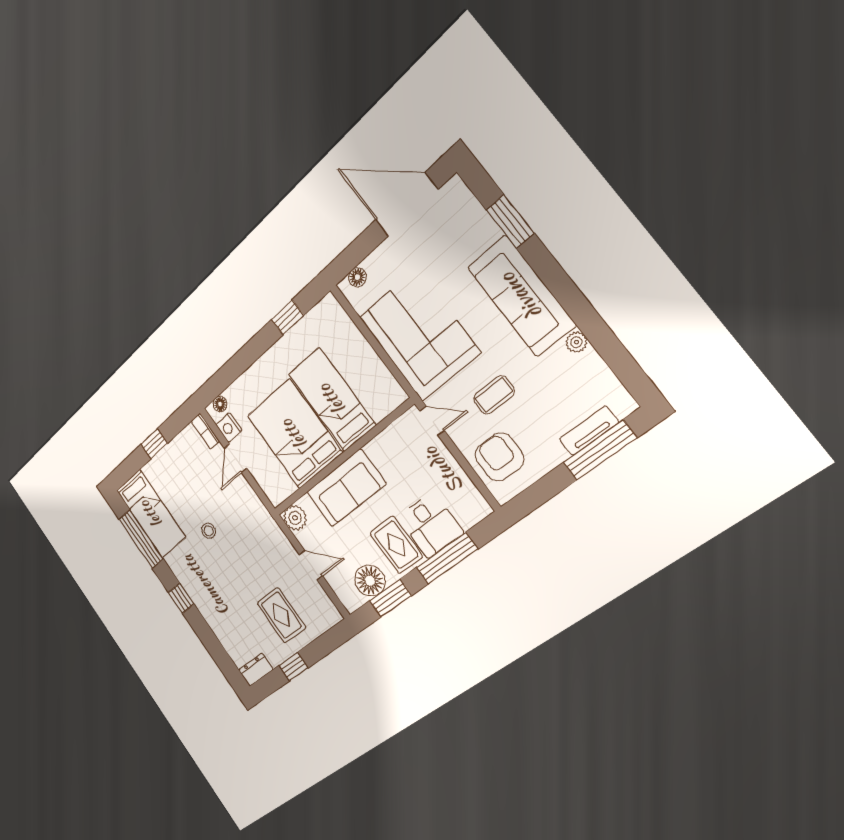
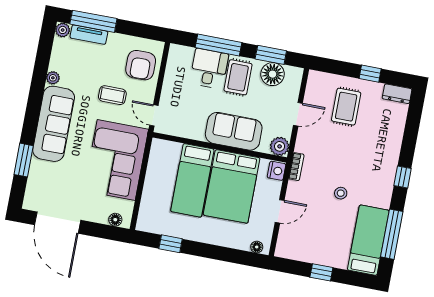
plant: (624, 405) -> (63, 30), added
nightstand: (229, 428) -> (277, 171), moved
bookcase: (205, 431) -> (296, 167), moved
door: (311, 565) -> (298, 114), swing flipped

